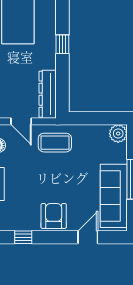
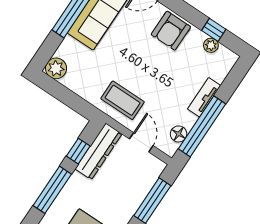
window: (62, 44) -> (52, 190), width x2.17
window: (62, 85) -> (78, 151), added
plant: (18, 225) -> (211, 45), added

